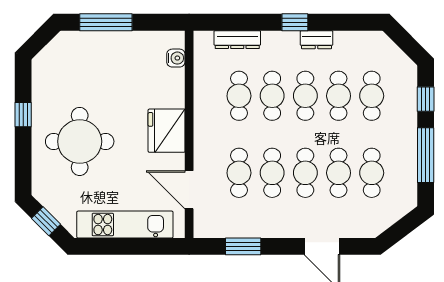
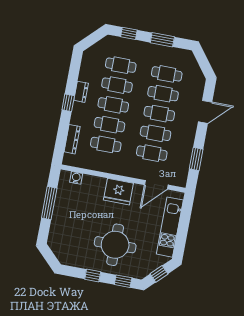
window: (106, 22) -> (49, 203), moved
window: (426, 155) -> (162, 40), width x0.69
window: (23, 166) -> (123, 281), added

